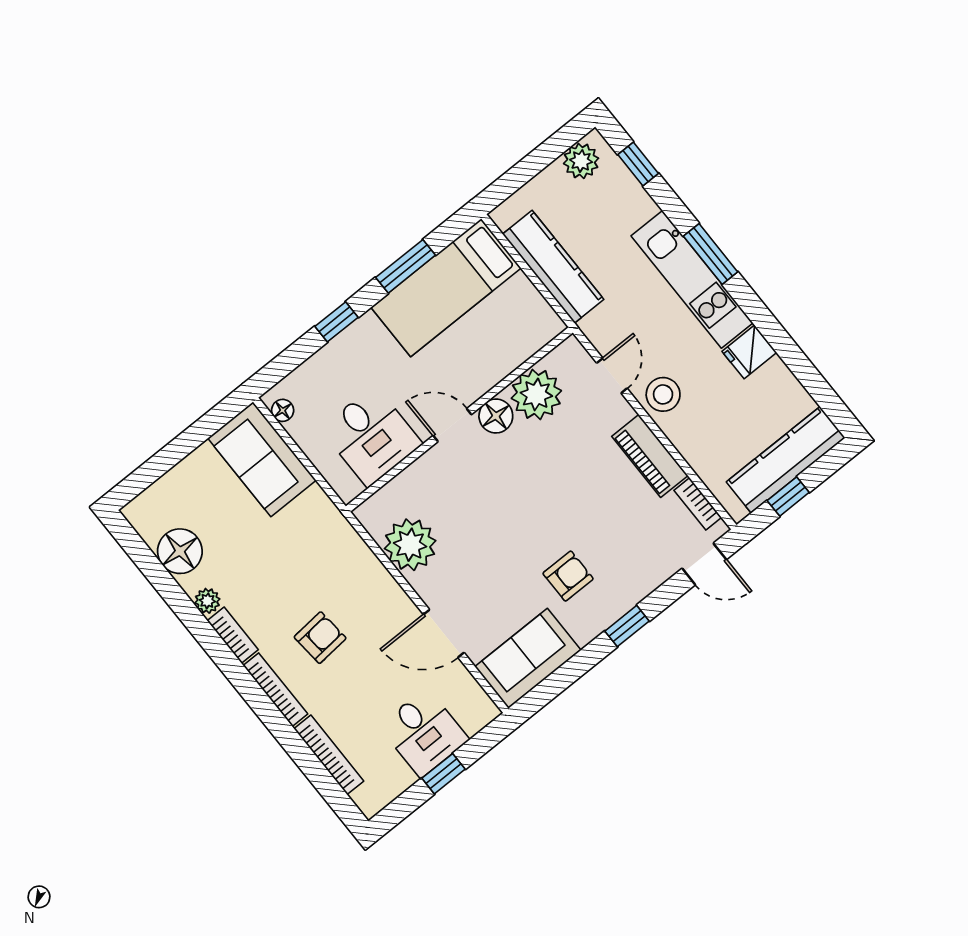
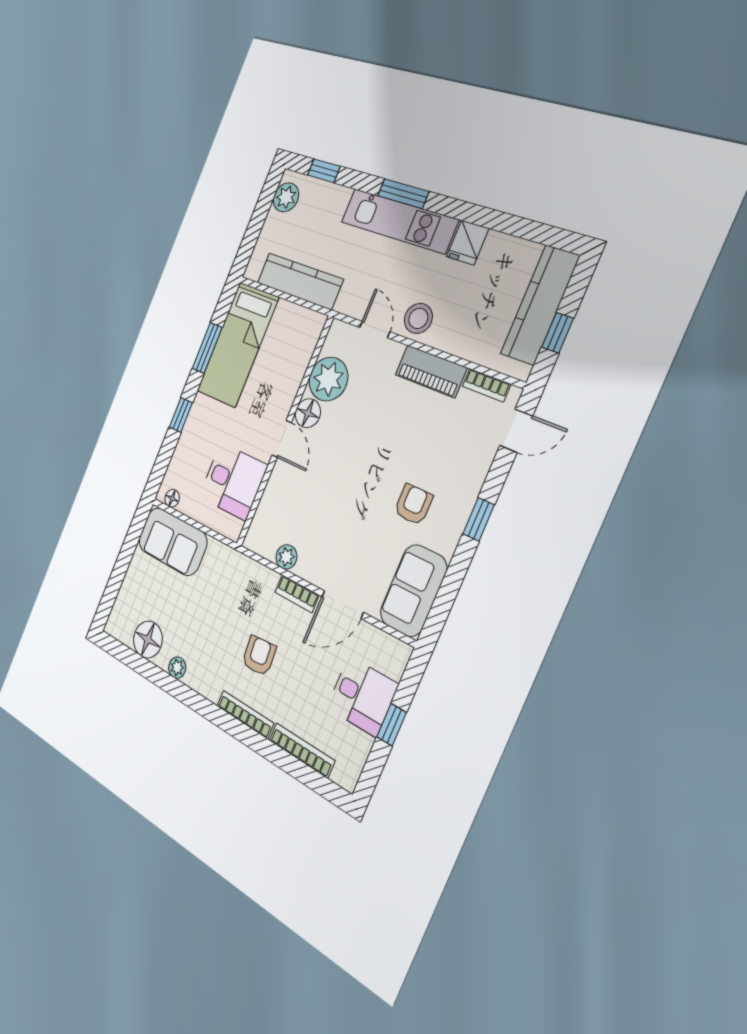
door: (452, 425) -> (282, 439), swing flipped
plant: (410, 545) -> (286, 557), width x0.53, depth x0.53
bookcase: (233, 635) -> (297, 594), moved, turned 180

